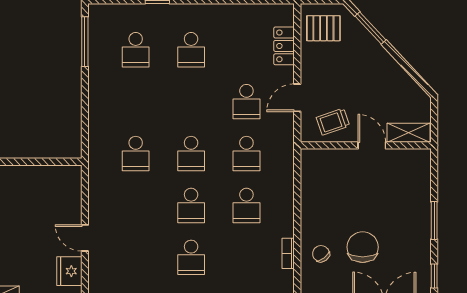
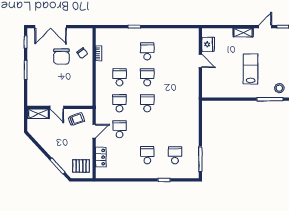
school desk: (136, 154) -> (175, 103), removed

